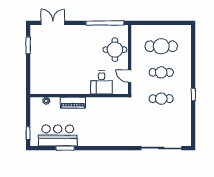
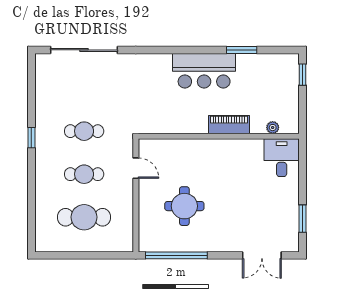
round table: (115, 50) -> (184, 206), moved
desk: (102, 82) -> (282, 158), moved
bar counter: (58, 135) -> (204, 71), moved

